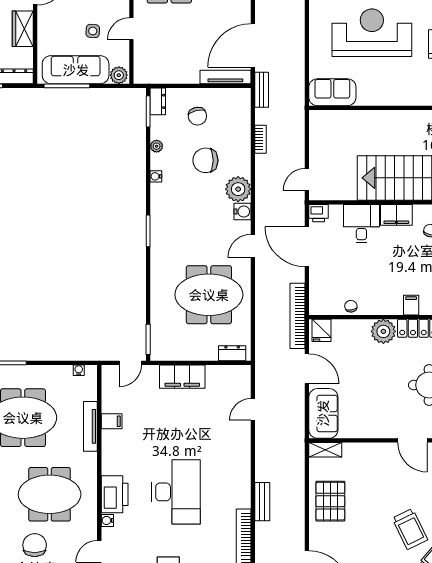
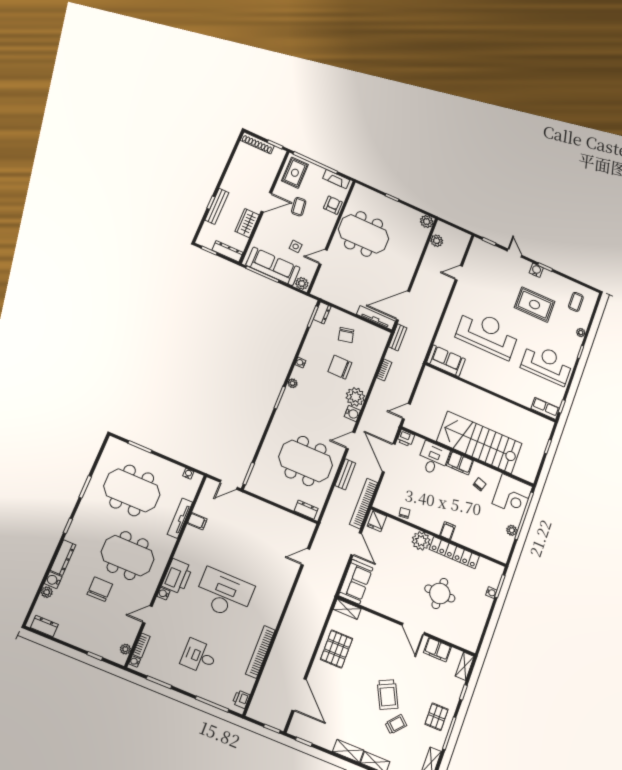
plant: (157, 146) -> (293, 383), moved
filing cabinet: (182, 377) -> (263, 511), removed
desk: (176, 492) -> (224, 594), turned -90
bench: (262, 502) -> (345, 474), moved

